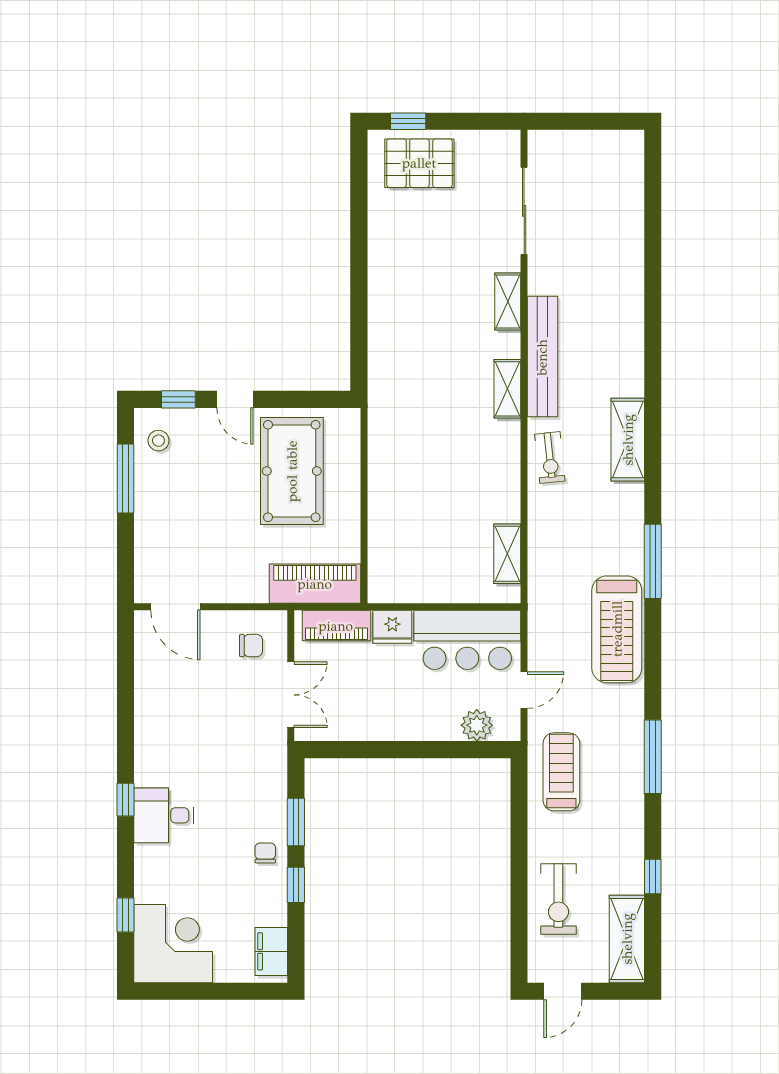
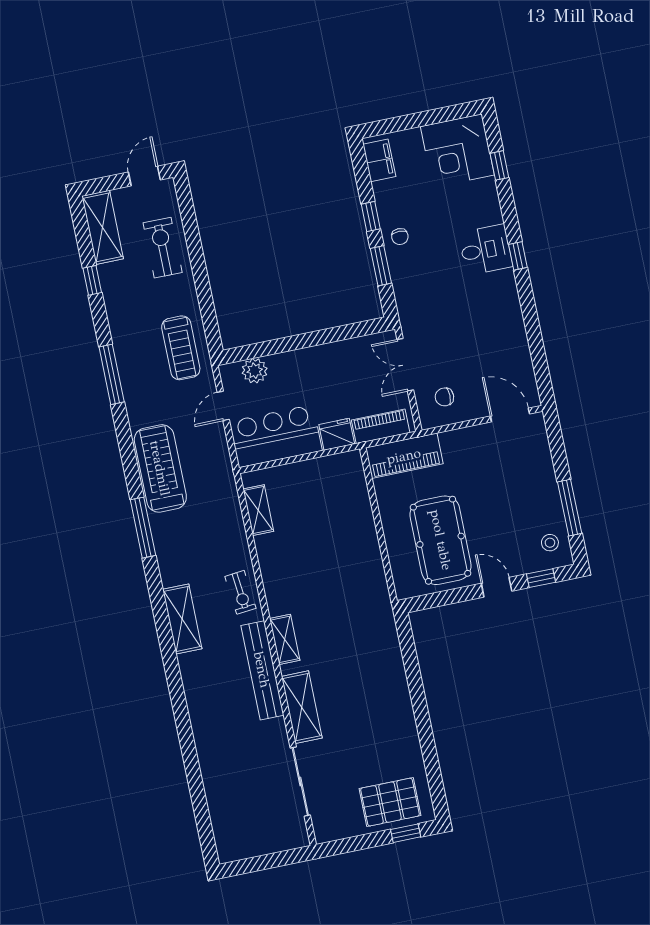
shelving: (508, 302) -> (302, 707), width x1.50, depth x1.33
exercise bike: (550, 458) -> (240, 592), turned 180

